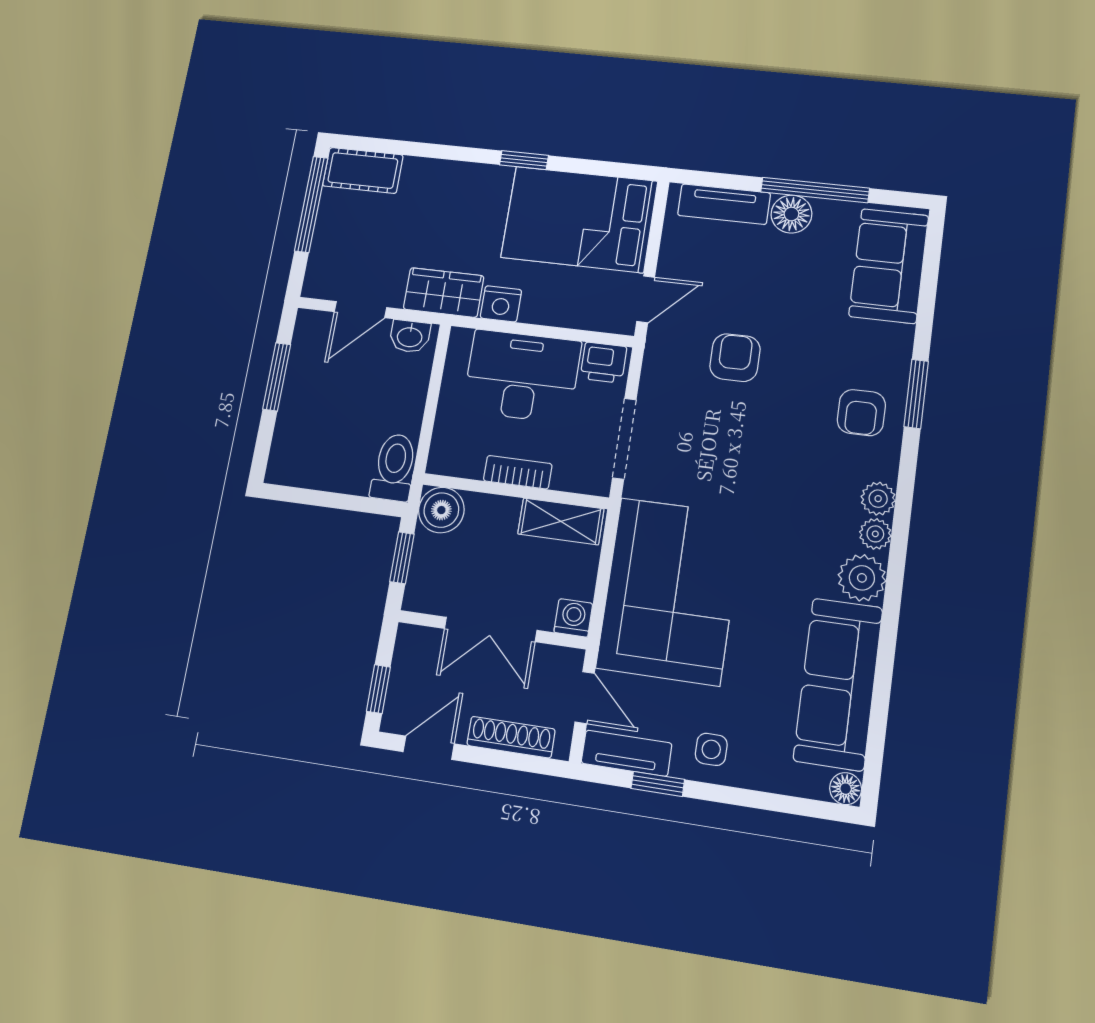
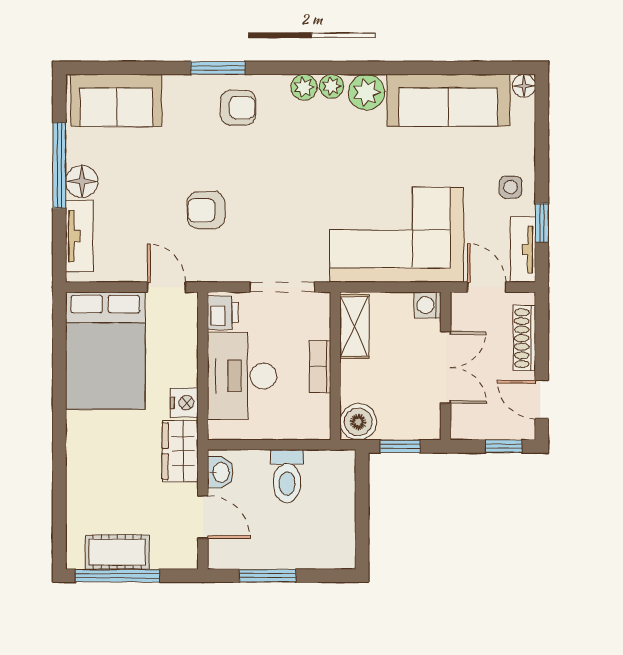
window: (524, 160) -> (59, 404), removed
cot: (363, 170) -> (117, 552), moved, turned 90
toilet: (394, 467) -> (287, 476), moved, turned -90
door: (585, 698) -> (487, 287), hinge flipped

